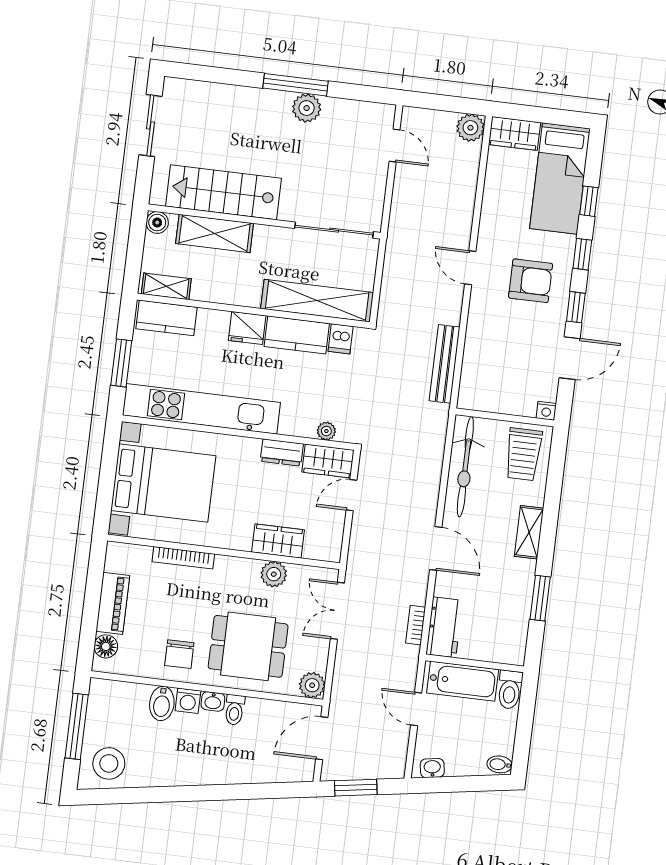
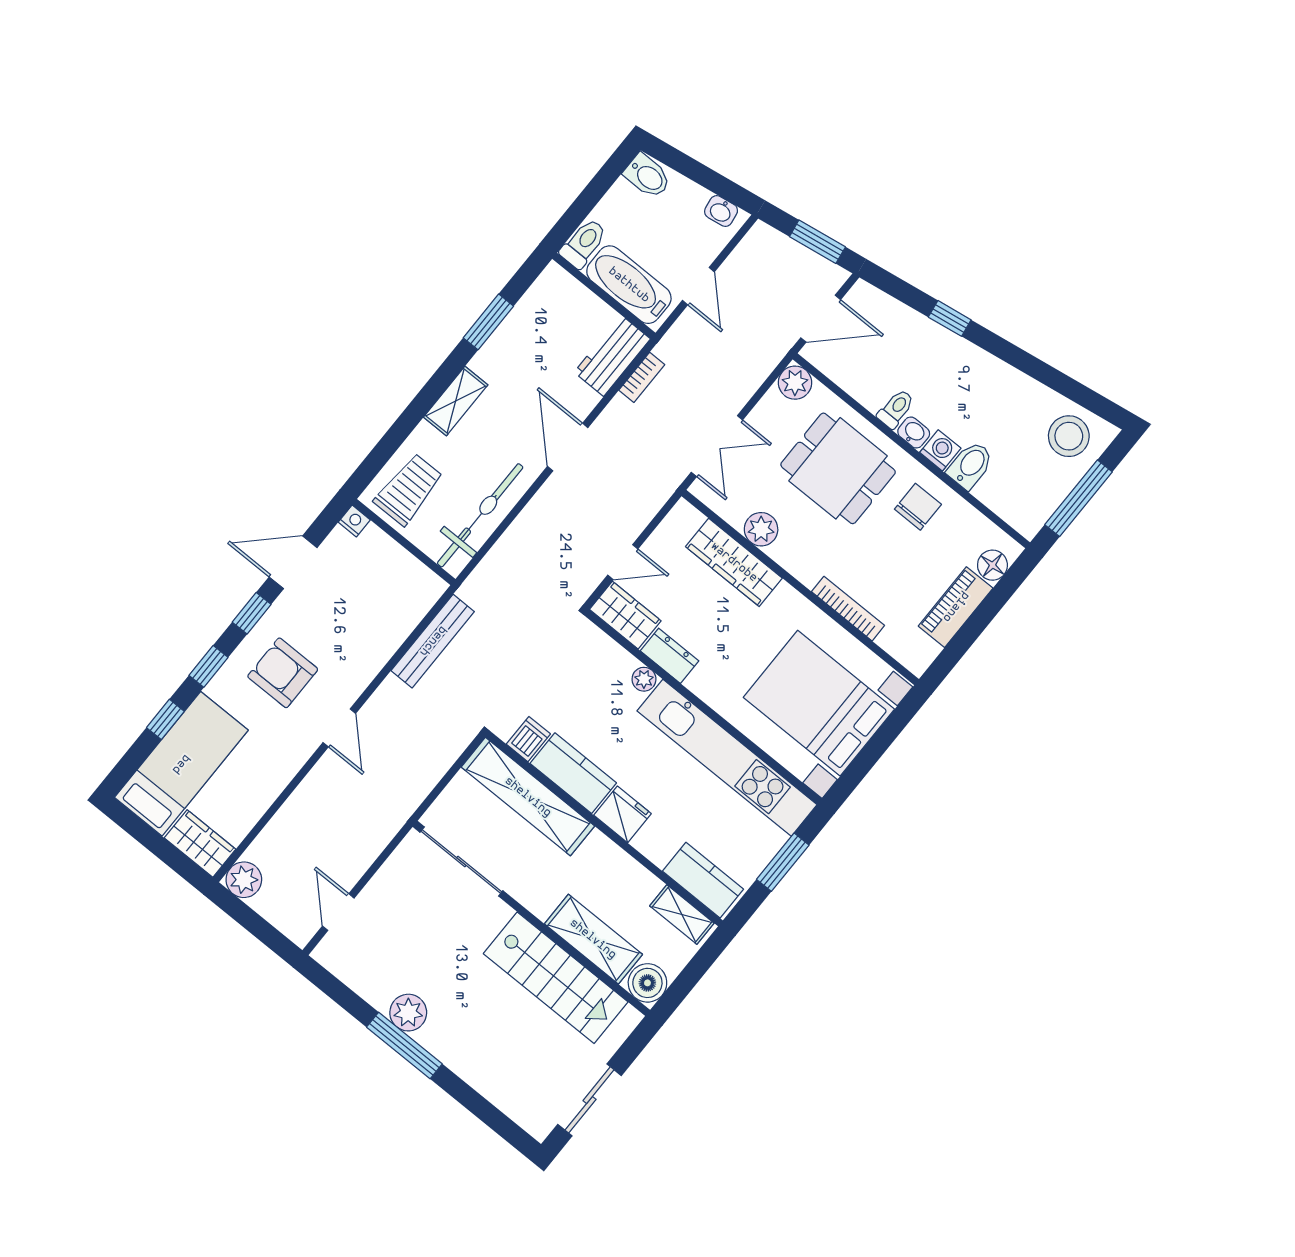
boiler: (157, 222) -> (647, 983), width x1.36, depth x1.36
plant: (326, 431) -> (644, 679), moved
wardrobe: (278, 541) -> (734, 562), width x1.50
bidet: (500, 764) -> (647, 176), width x1.38, depth x1.36
window: (236, 792) -> (950, 318), added

